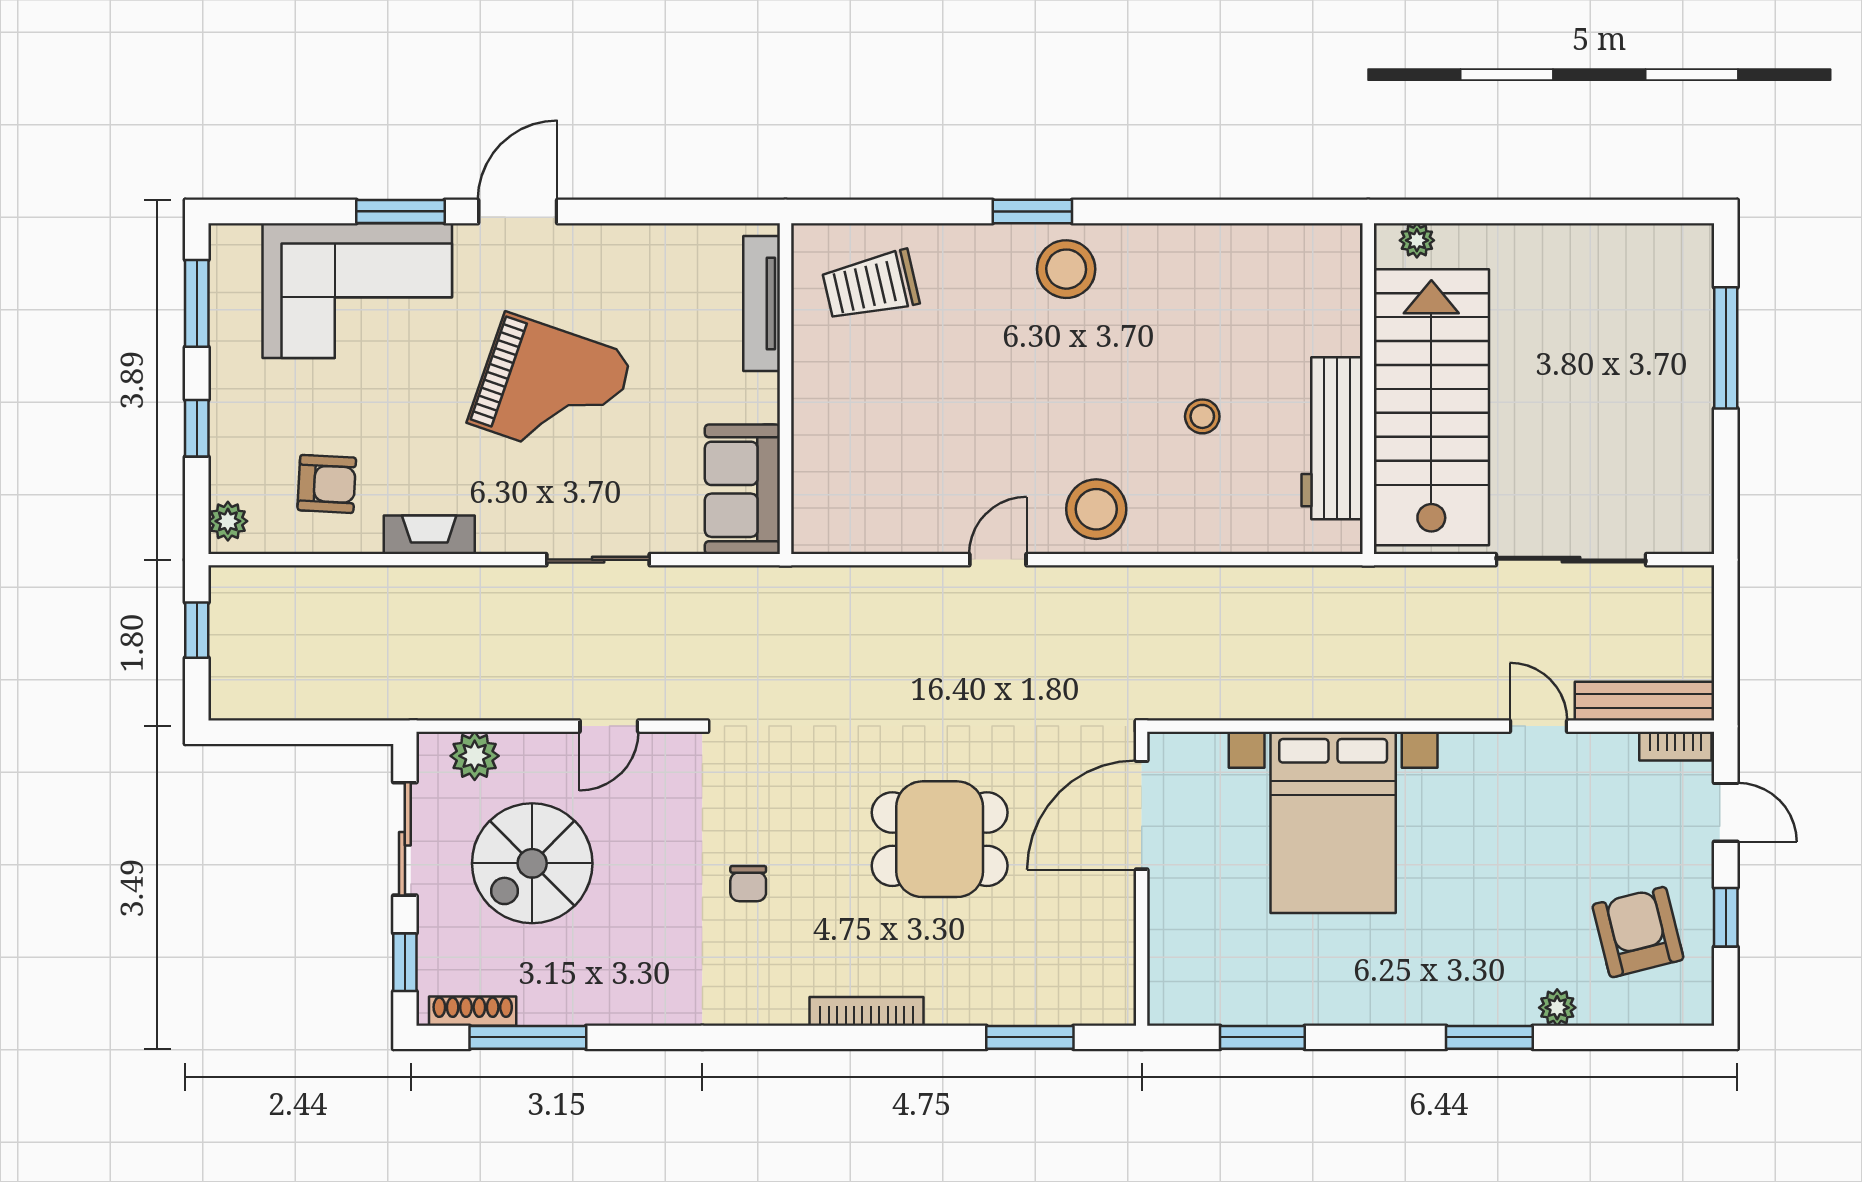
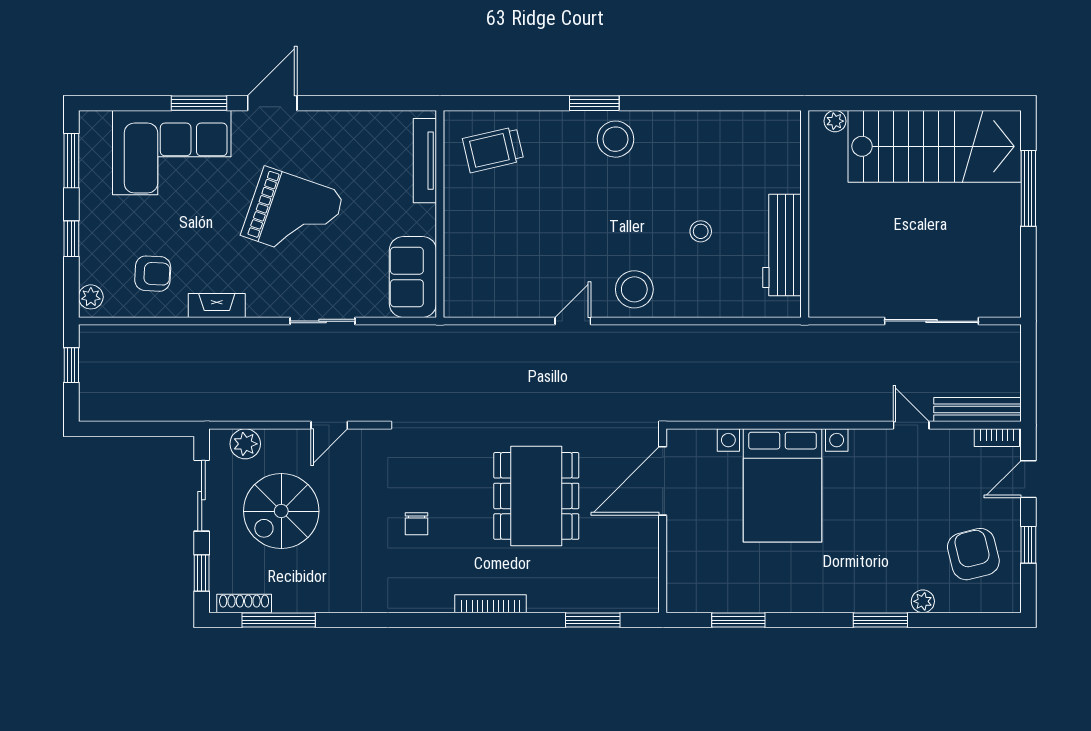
stairs: (1431, 407) -> (935, 146), moved, turned 90
door: (1726, 812) -> (1028, 479), swing flipped
dining table: (940, 839) -> (536, 496), width x1.37

